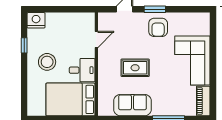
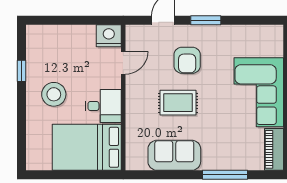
nightstand: (36, 20) -> (109, 36), moved
armchair: (158, 27) -> (187, 60), moved

